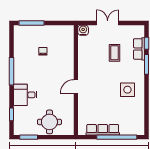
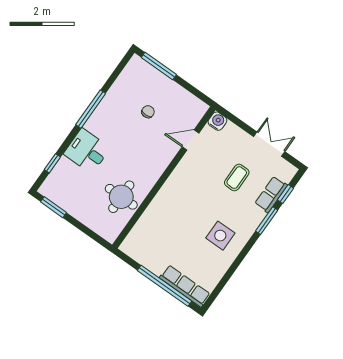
double door: (108, 23) -> (269, 144), moved
door: (76, 87) -> (190, 140), moved
round table: (49, 122) -> (121, 197), moved
row of seats: (103, 130) -> (185, 286), moved

